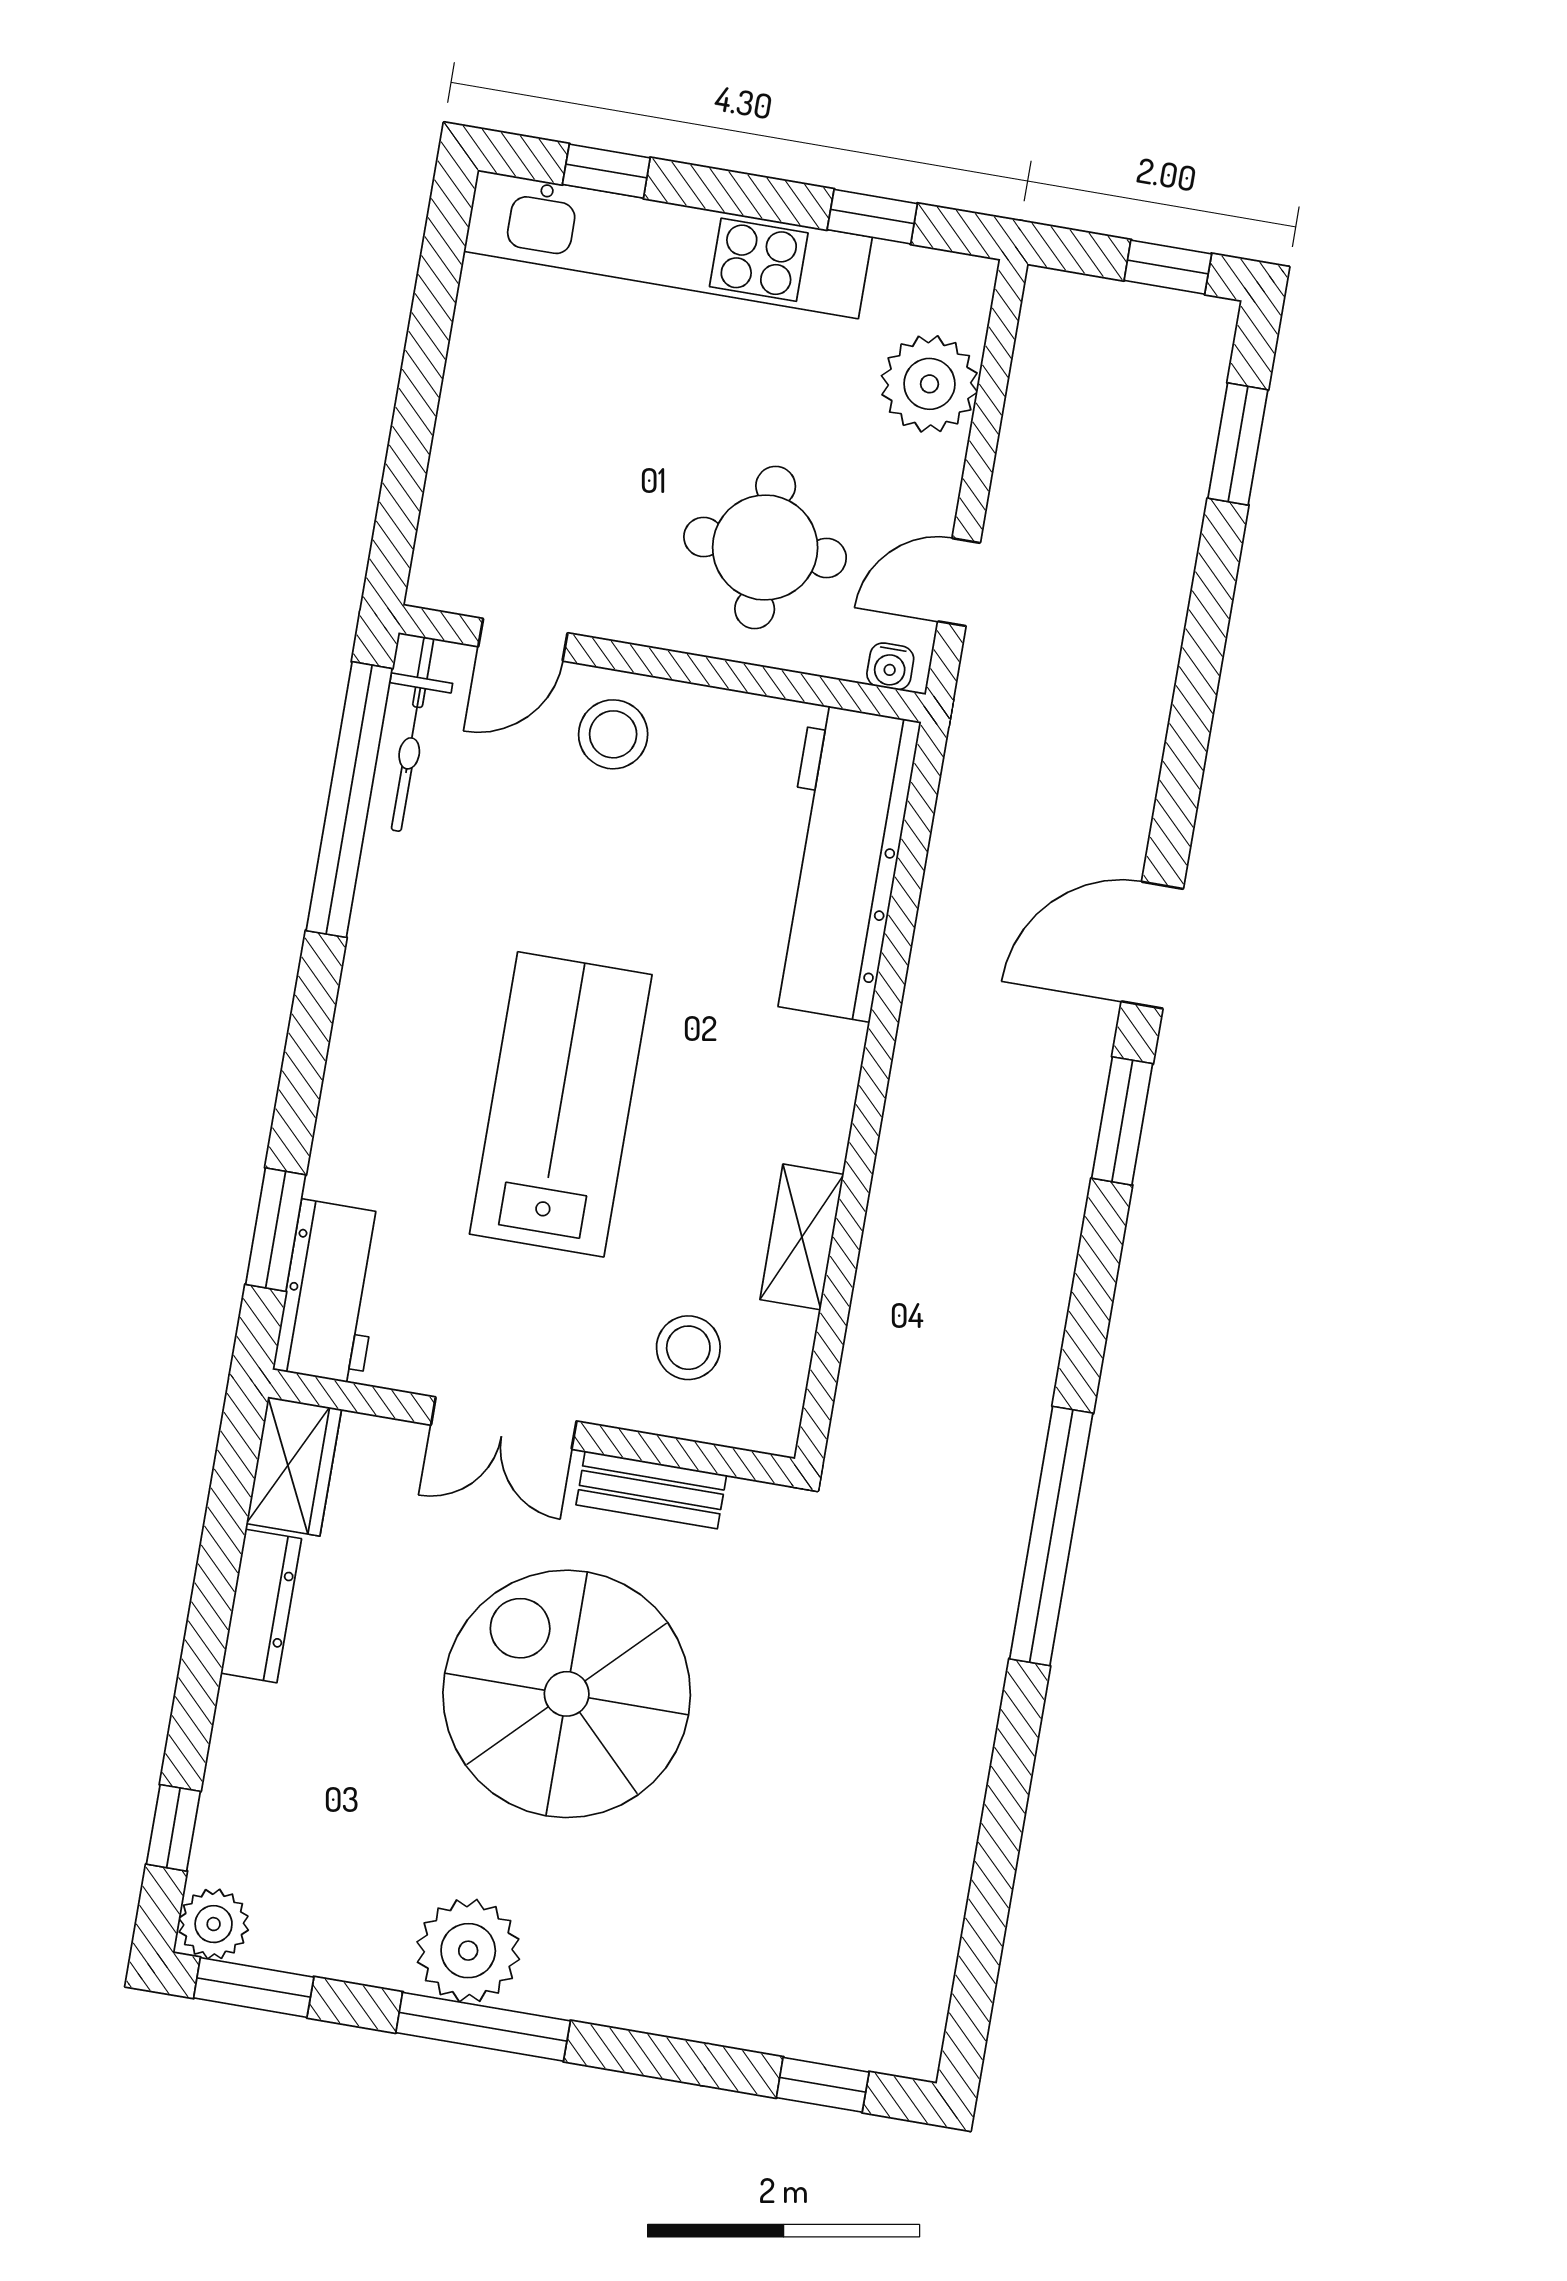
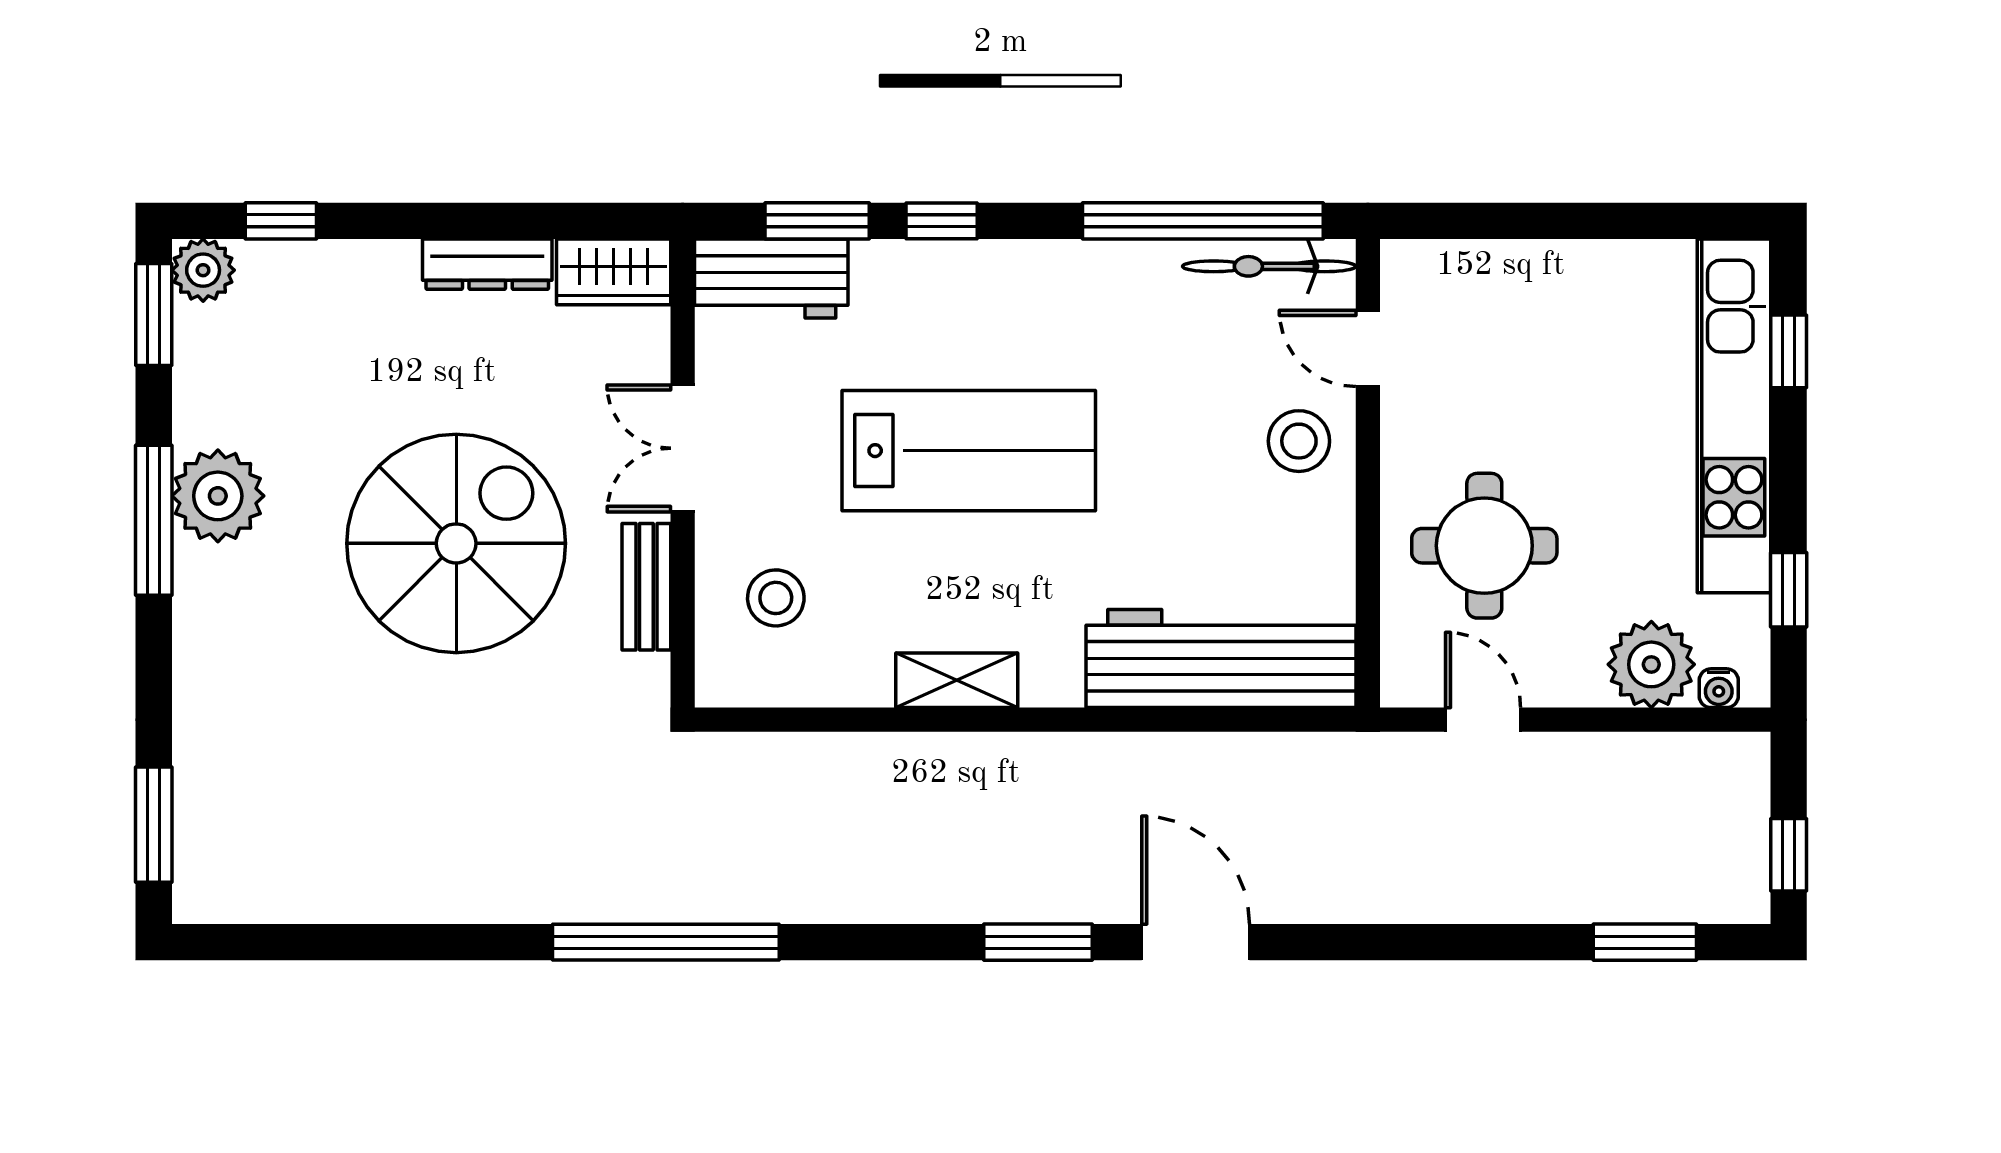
water cooler: (890, 666) -> (1719, 688), moved, turned -90
window: (299, 1091) -> (942, 221), added
shelving: (802, 1237) -> (957, 680), moved
window: (823, 2085) -> (154, 825), width x1.50

